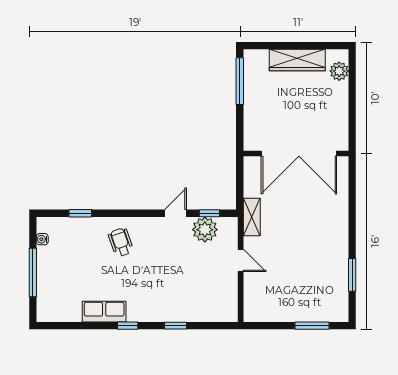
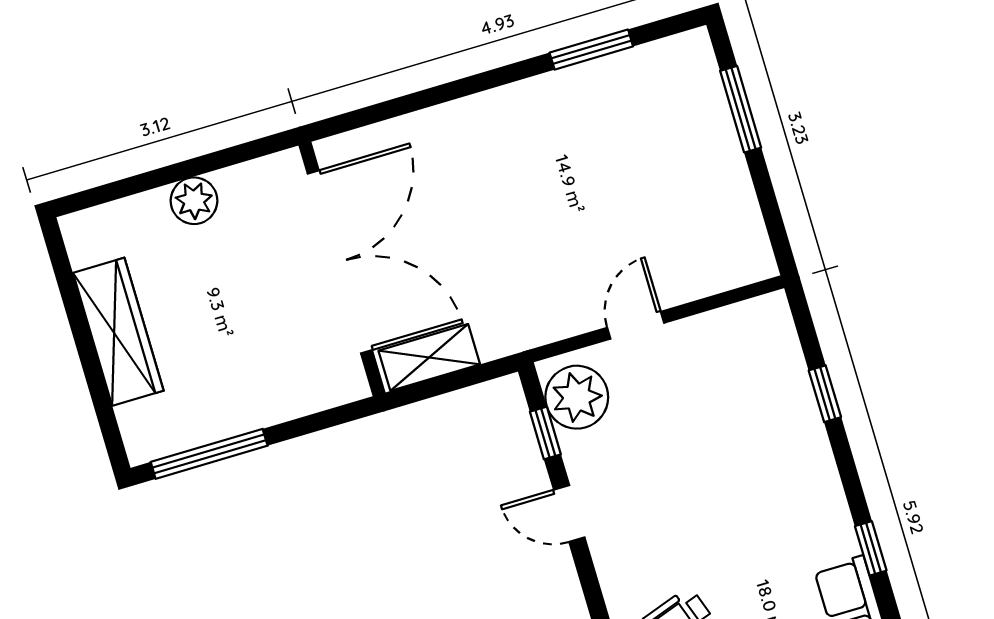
plant: (339, 71) -> (194, 201), moved
shelving: (252, 217) -> (429, 357), moved
plant: (205, 230) -> (577, 397), moved
window: (176, 326) -> (825, 394), moved

